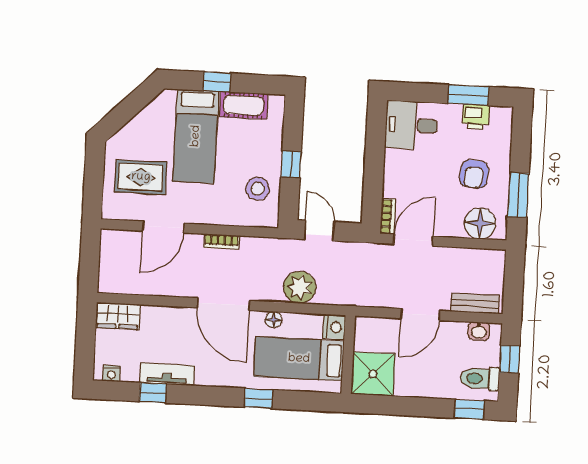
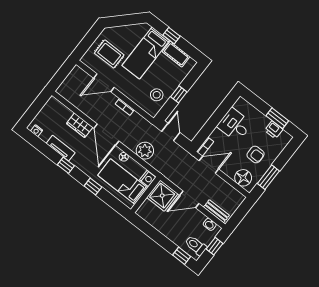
desk: (411, 125) -> (235, 125), moved
armchair: (474, 174) -> (256, 154), turned -96
wardrobe: (118, 316) -> (80, 125), moved
shower: (373, 374) -> (162, 196), moved
window: (153, 393) -> (66, 165), moved

